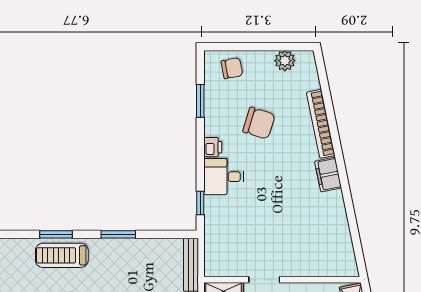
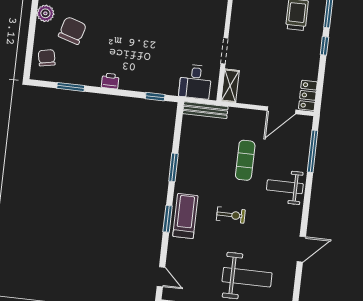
chair: (259, 123) -> (72, 31), moved
desk: (224, 177) -> (195, 82), moved
treadmill: (62, 255) -> (185, 216), turned 180

